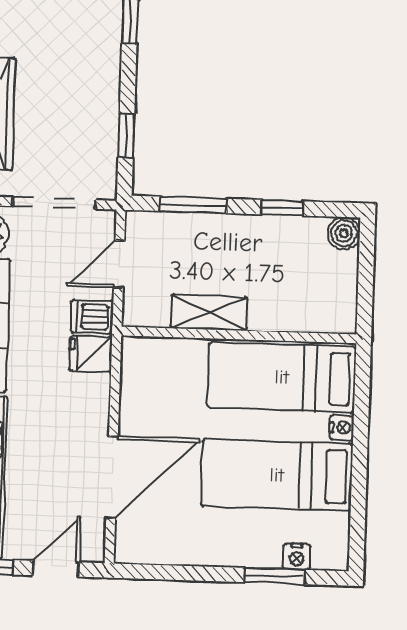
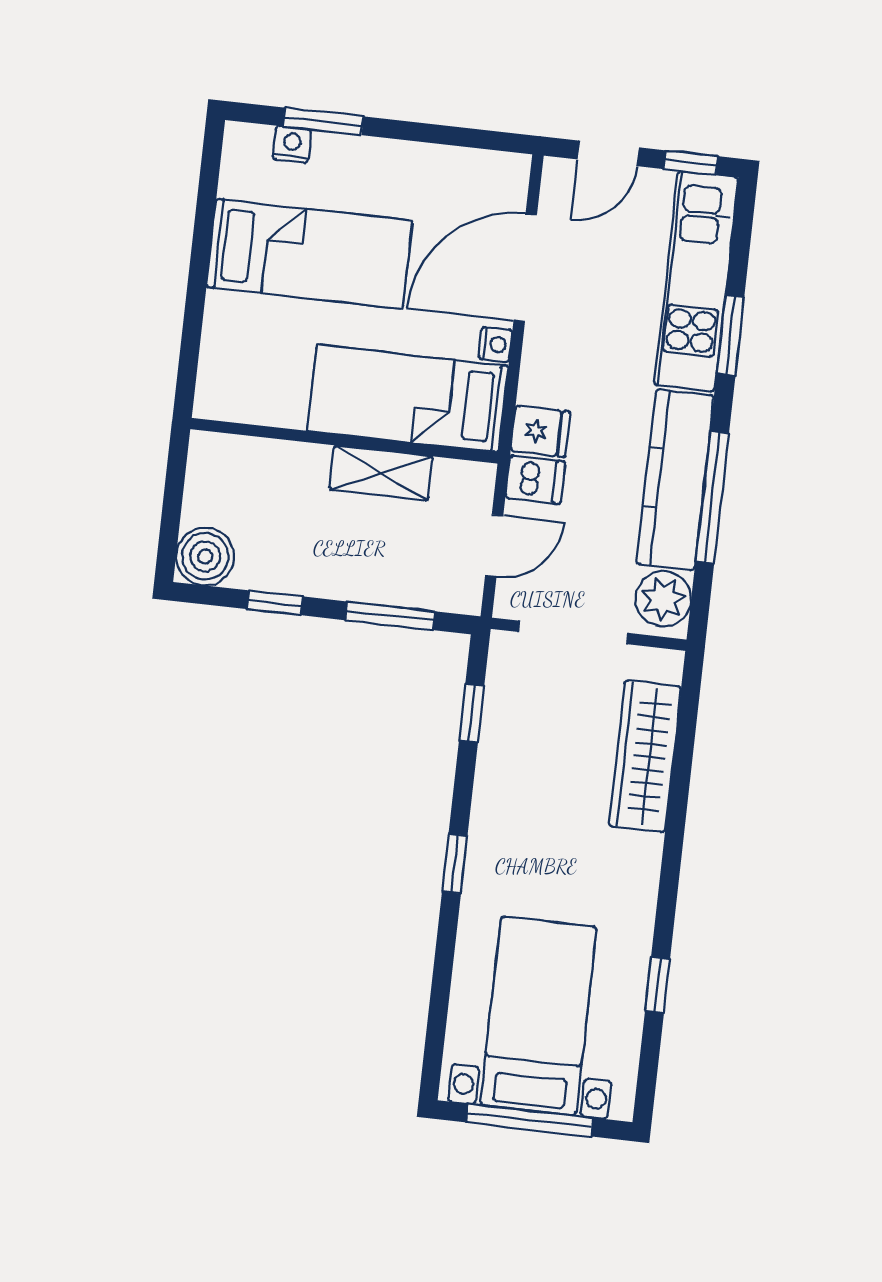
boiler: (344, 233) -> (205, 556), width x1.36, depth x1.36
bed: (282, 377) -> (408, 398), moved, turned 180
nightstand: (342, 428) -> (495, 344), moved, turned 180

